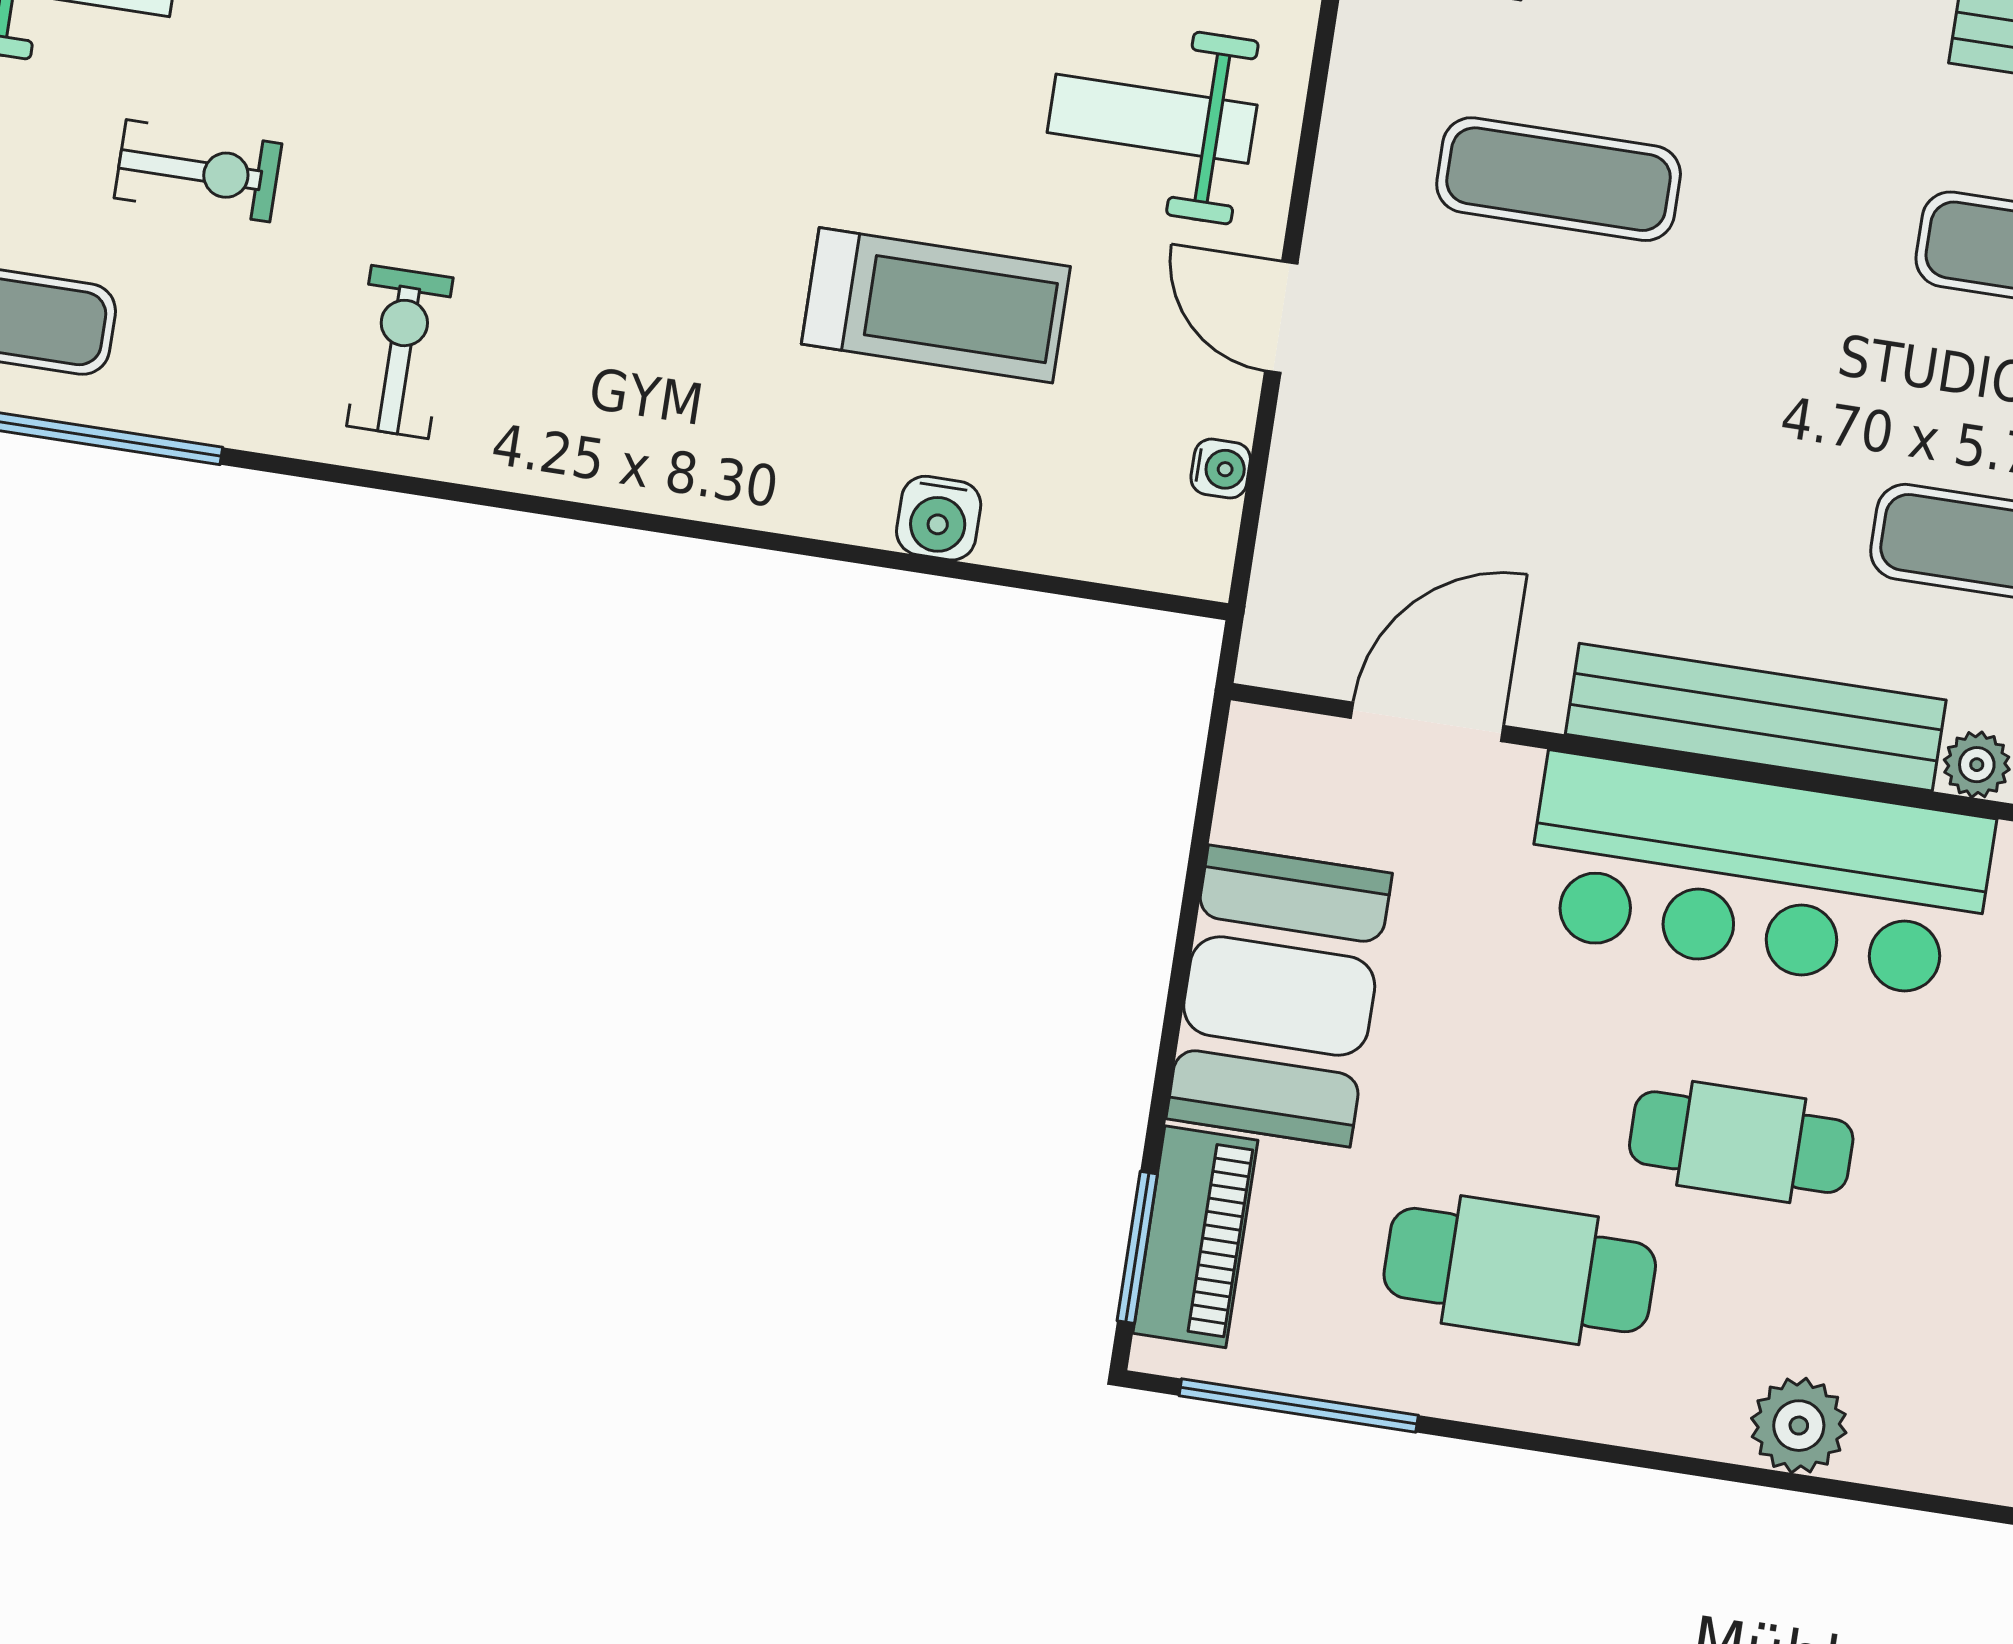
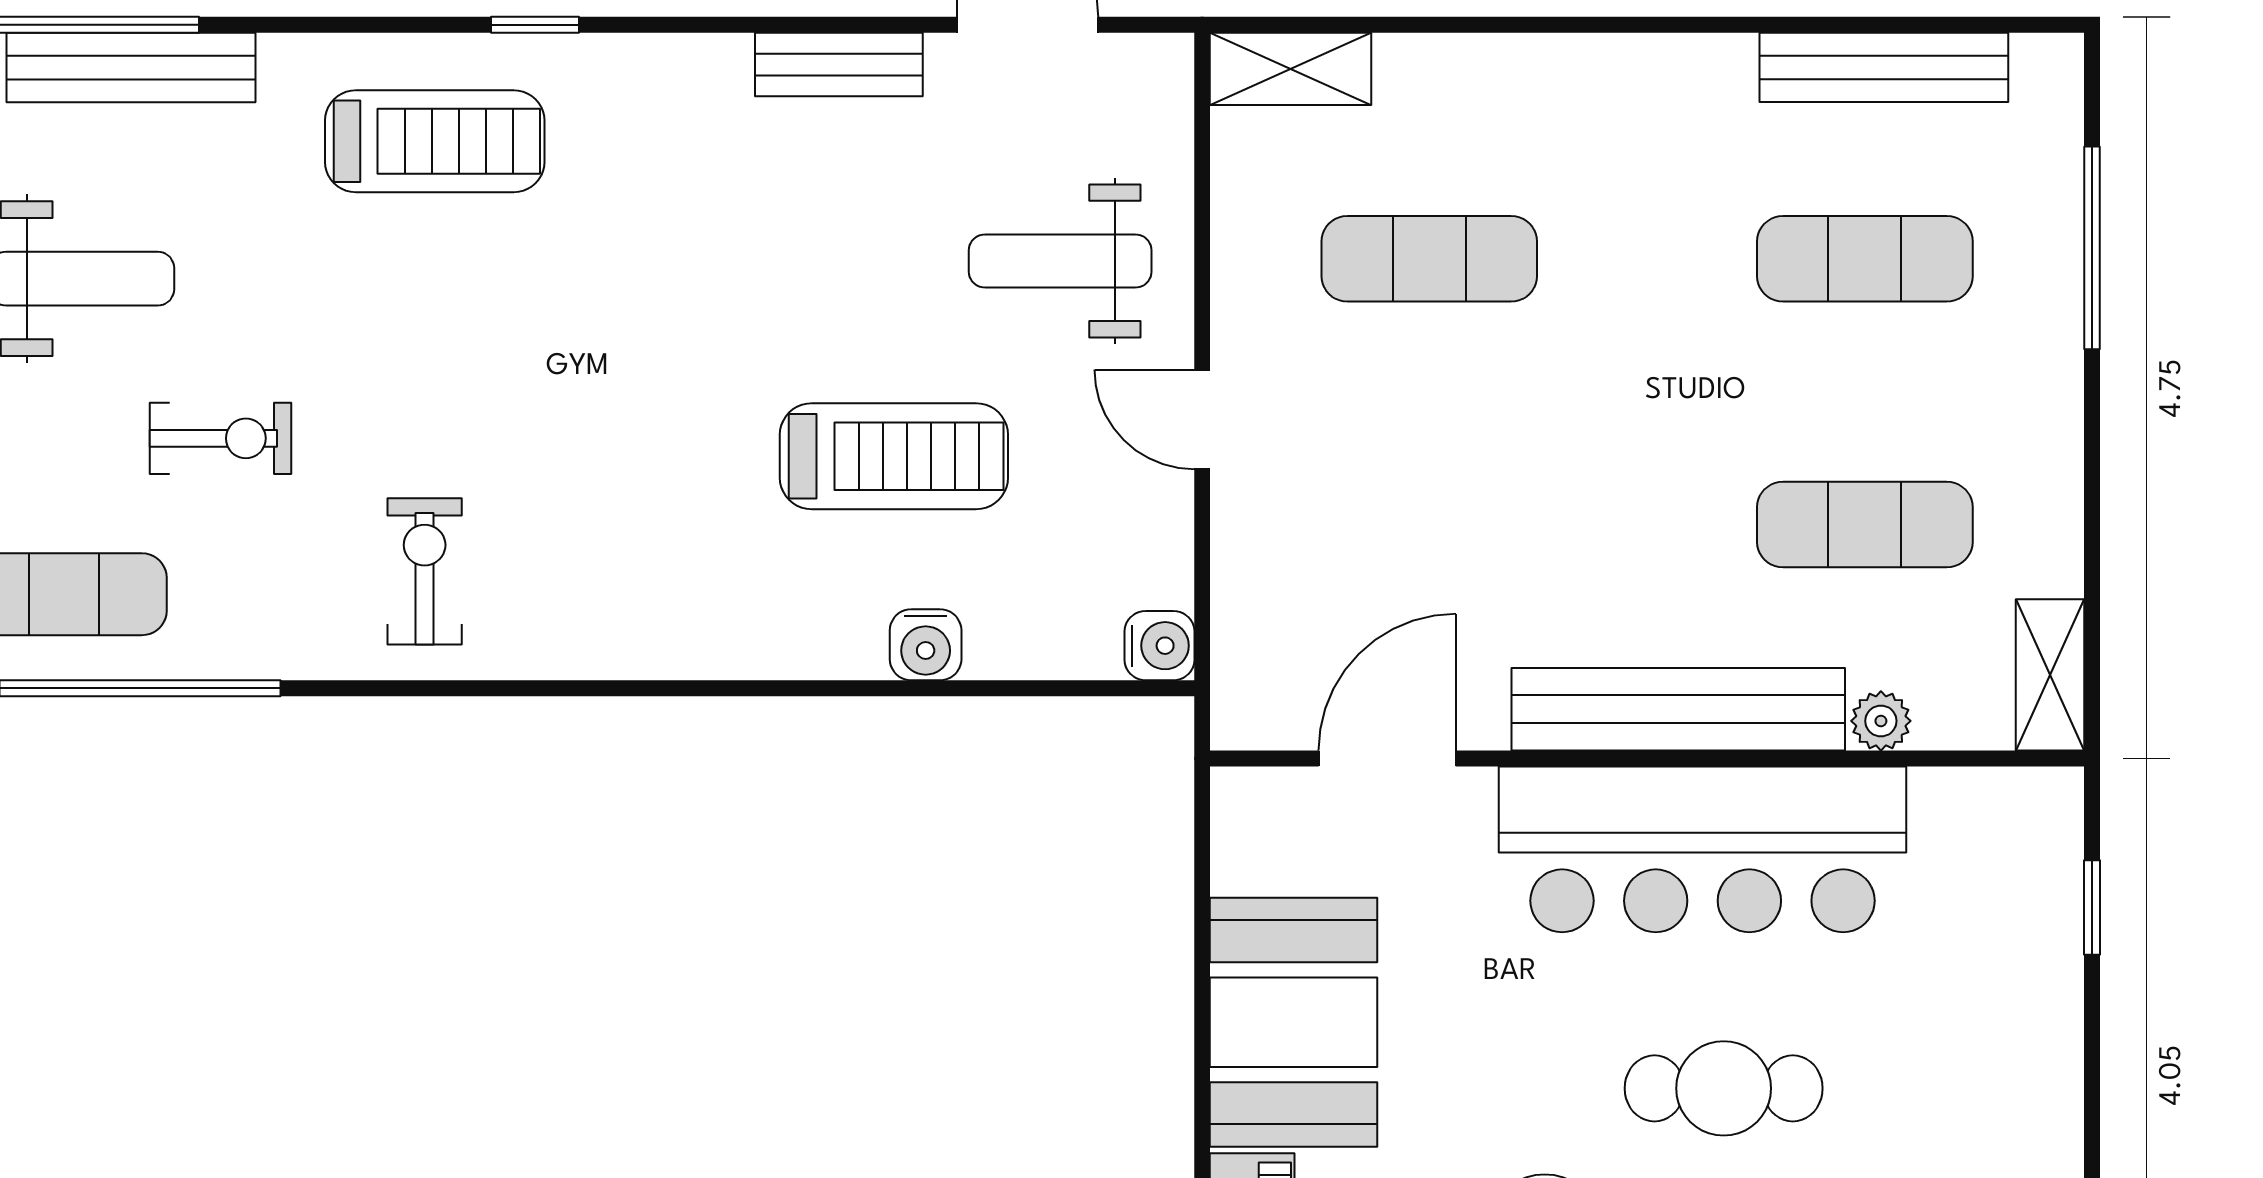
water cooler: (1221, 469) -> (1159, 646), moved, width x1.38, depth x1.38

